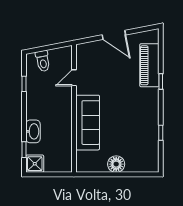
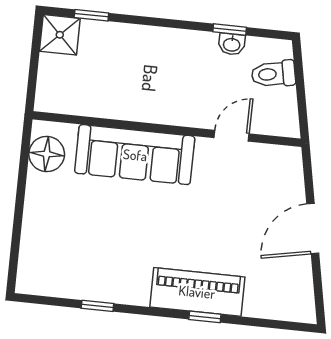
piano: (149, 65) -> (197, 292), moved
door: (74, 78) -> (232, 136), hinge flipped
washbasin: (33, 131) -> (232, 44), moved, width x0.52, depth x0.69
floor lamp: (116, 164) -> (47, 154), moved

